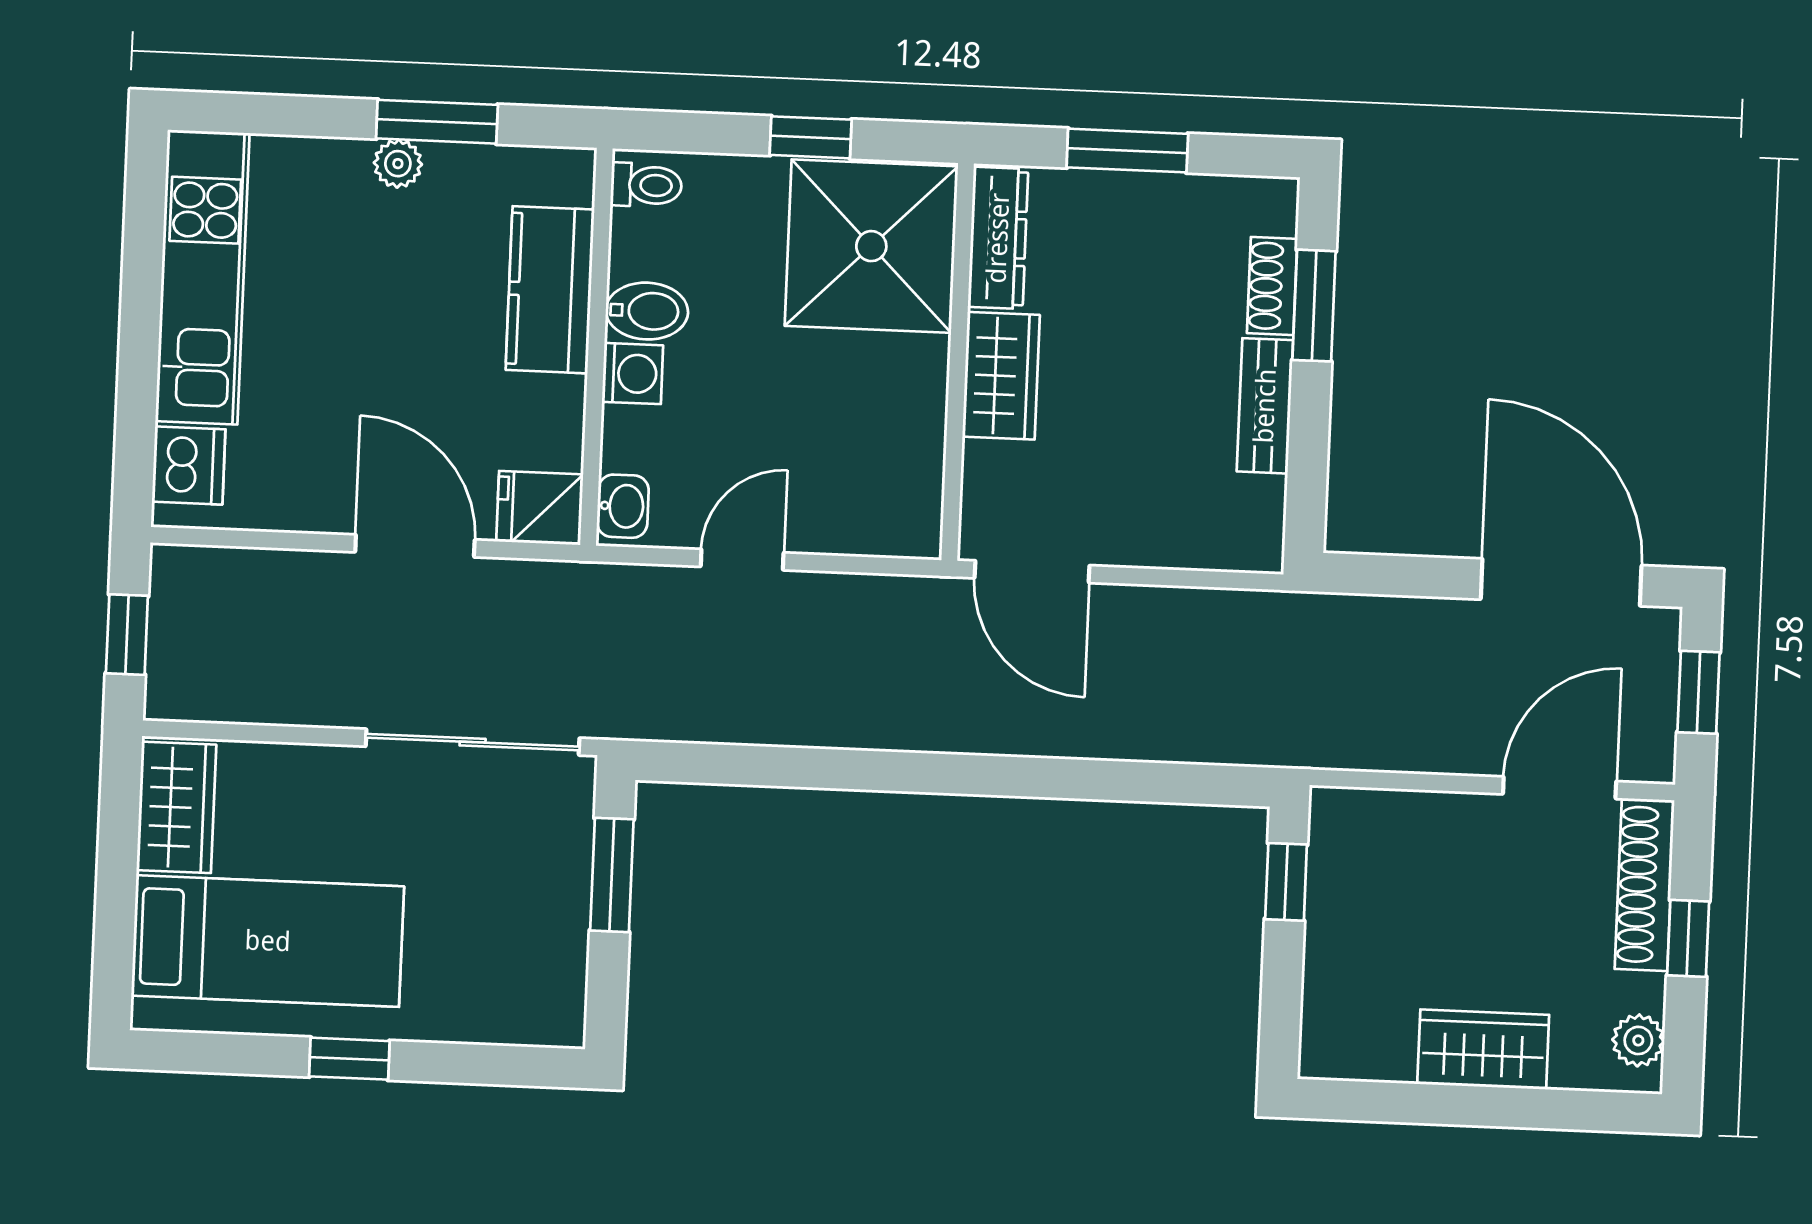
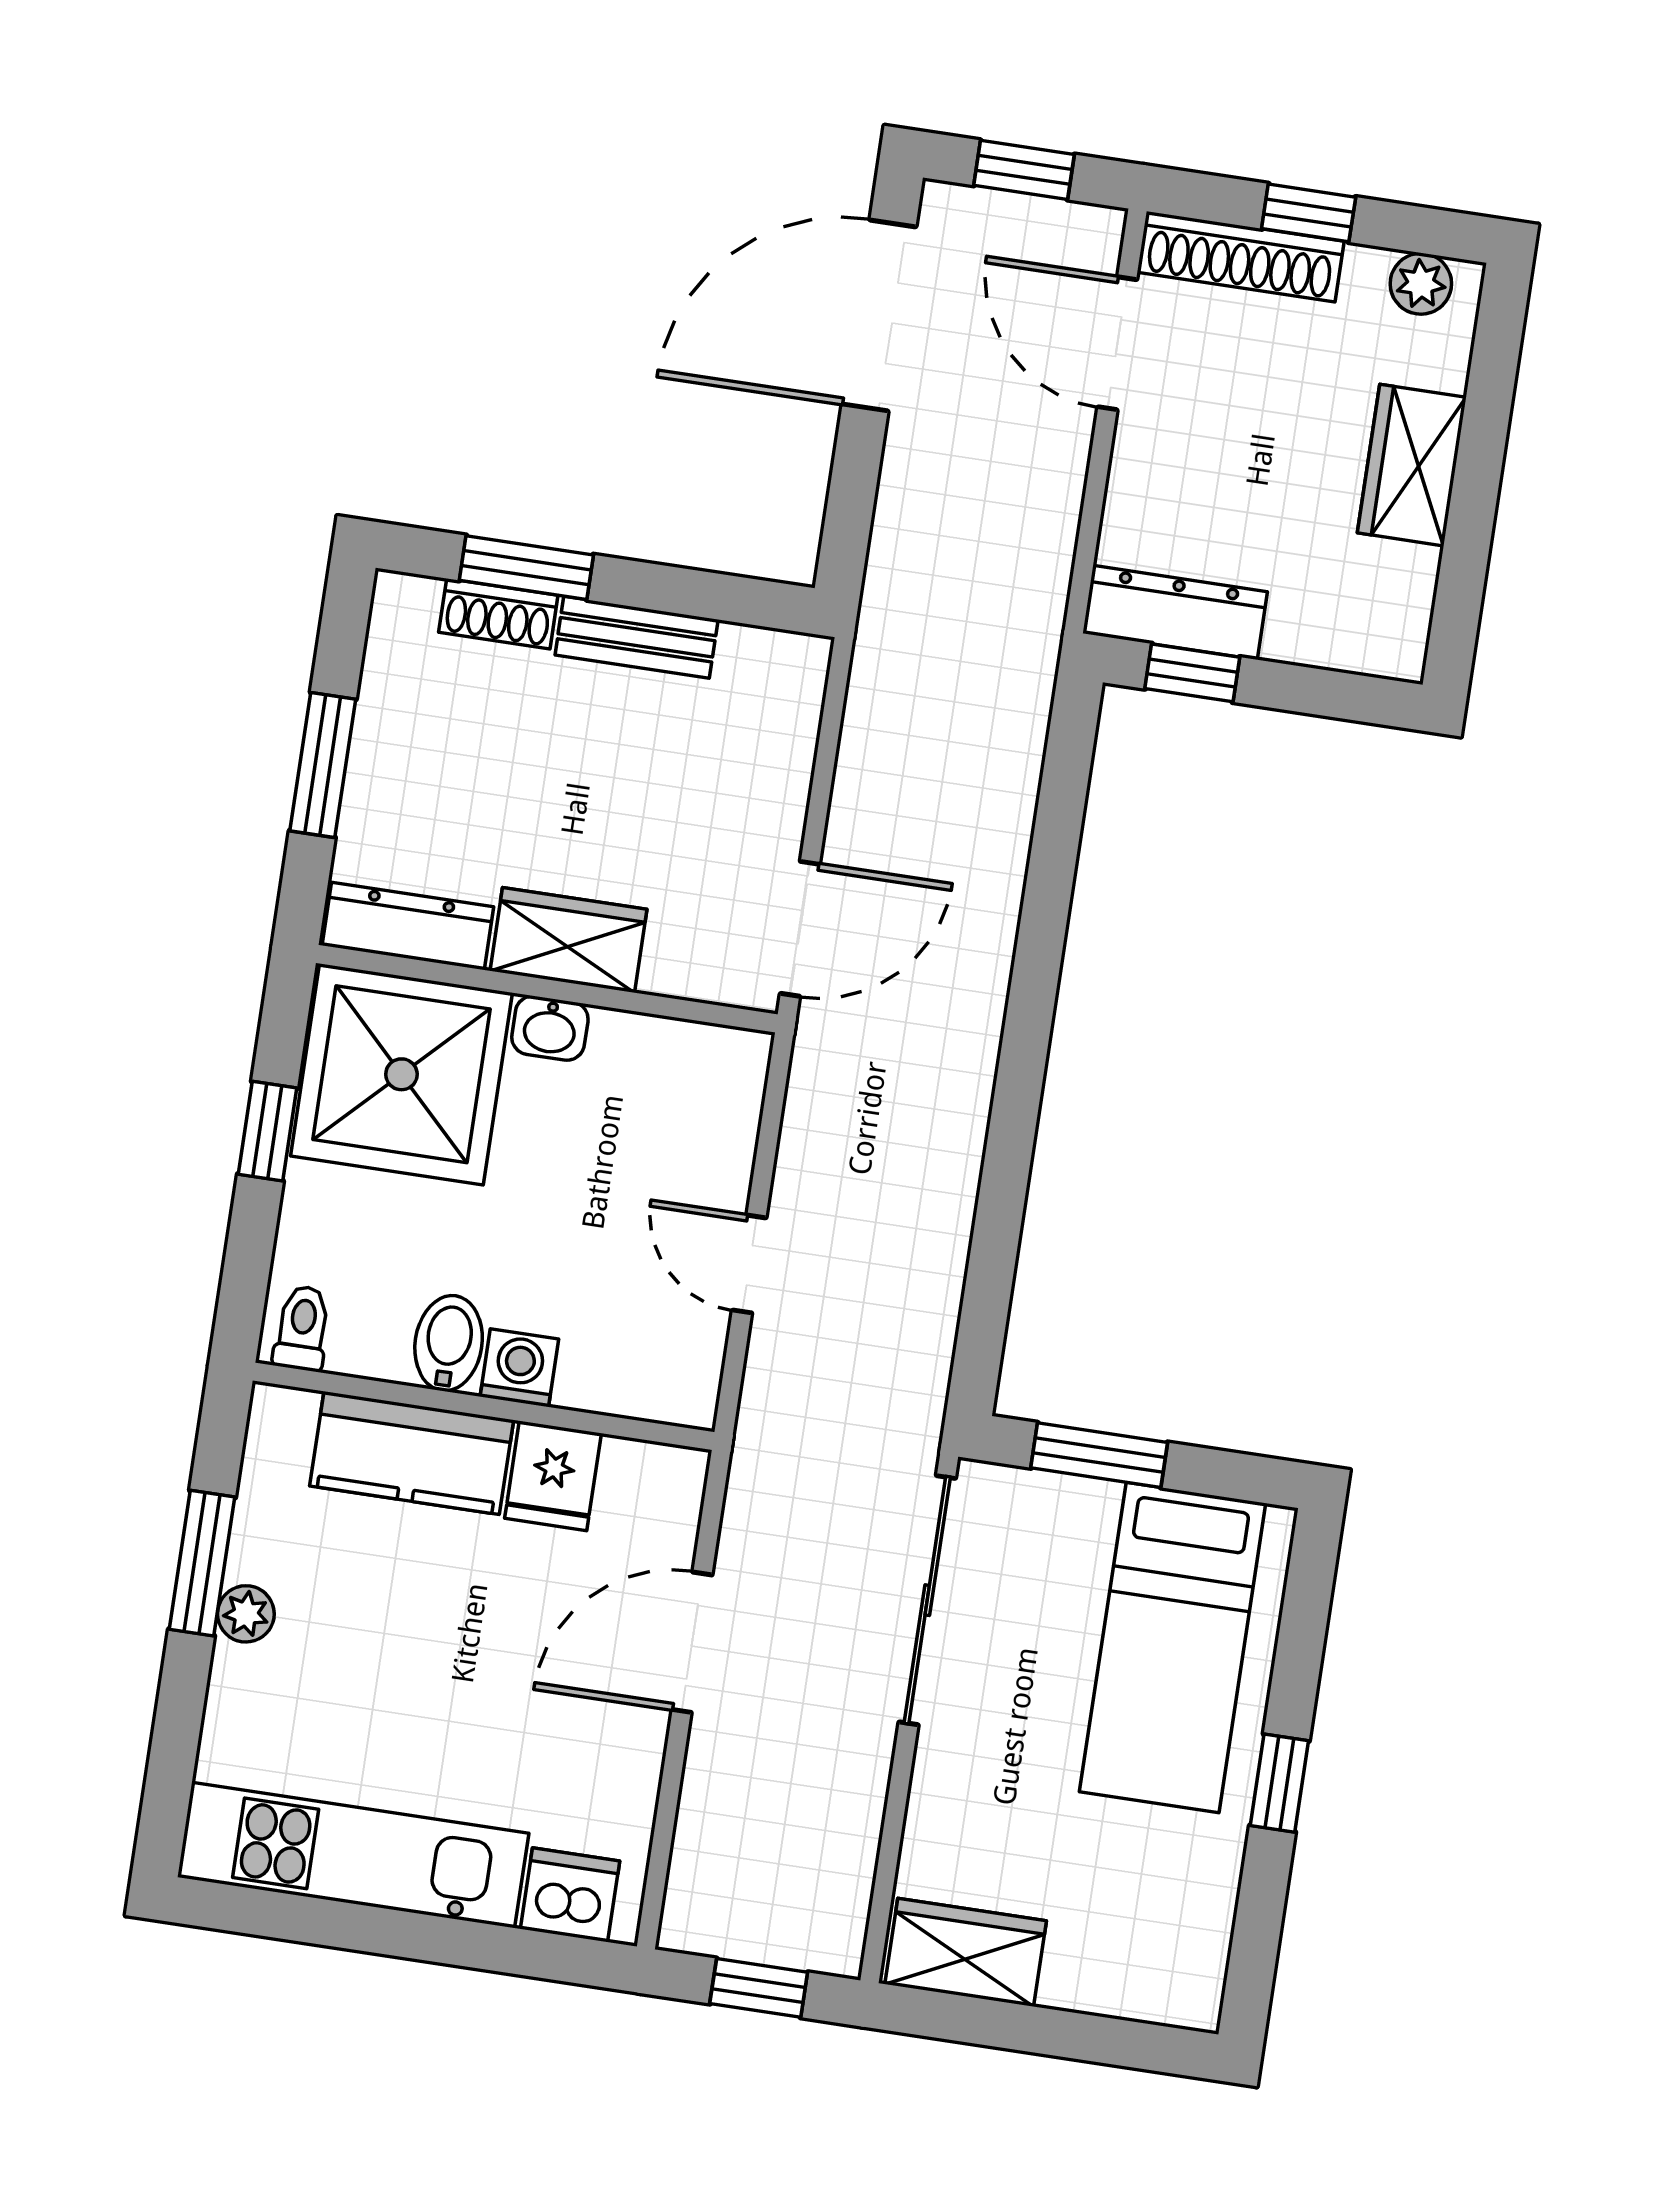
washbasin: (623, 506) -> (550, 1028), moved, turned 180
fridge: (540, 508) -> (553, 1476), moved
dresser: (1336, 862) -> (1175, 612), added
bed: (268, 941) -> (1173, 1647), moved, turned 180

